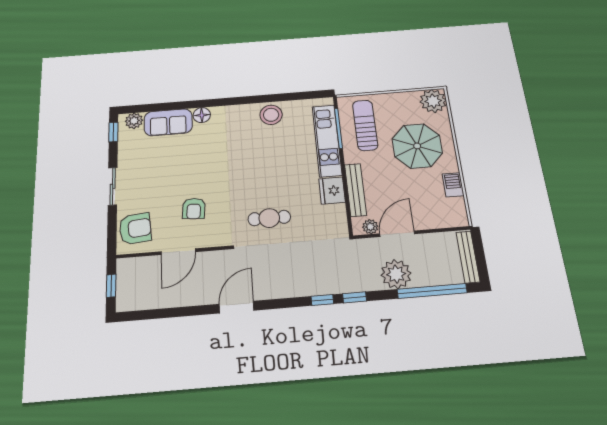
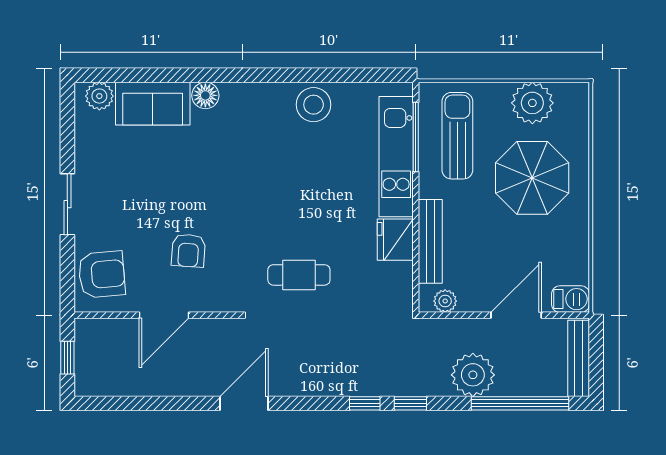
plant: (433, 101) -> (532, 103), moved
window: (113, 132) -> (67, 113), removed
barbecue: (453, 185) -> (570, 299), moved, turned 90
door: (397, 234) -> (516, 315), moved

